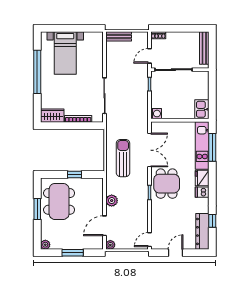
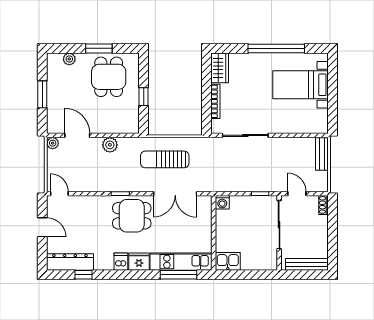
sun lounger: (123, 158) -> (165, 159), turned 180
dining table: (59, 201) -> (109, 77), width x0.73
plant: (45, 245) -> (69, 59), moved

